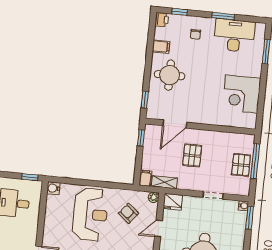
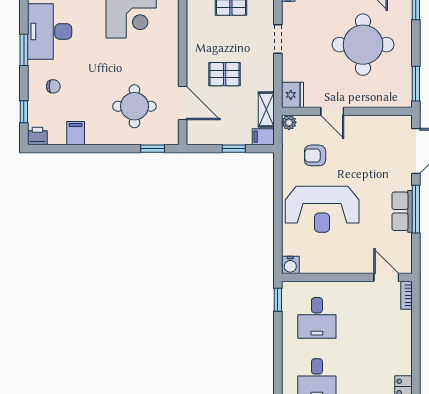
round table: (170, 75) -> (134, 106), moved
window: (141, 138) -> (234, 149), moved
armchair: (129, 213) -> (315, 155), turned 51
reception desk: (90, 214) -> (322, 209), turned 180

